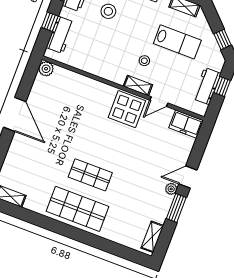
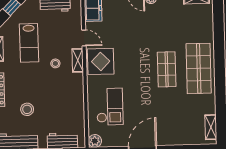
lab bench: (177, 42) -> (29, 43), turned 180
checkout: (75, 99) -> (110, 107), added

